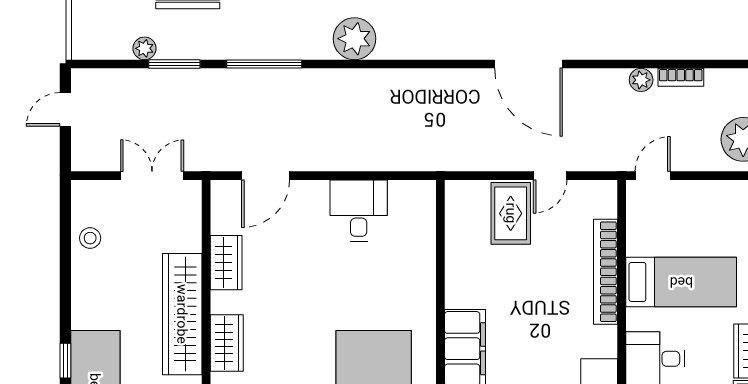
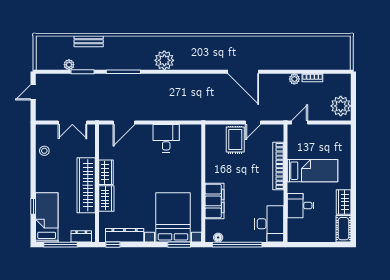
double door: (152, 176) -> (72, 122), swing flipped
wardrobe: (226, 263) -> (106, 172), moved

